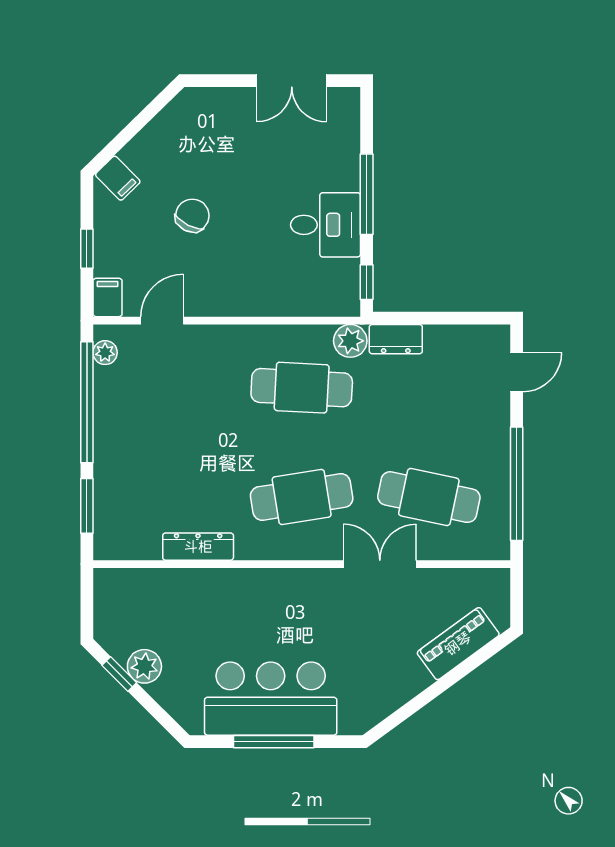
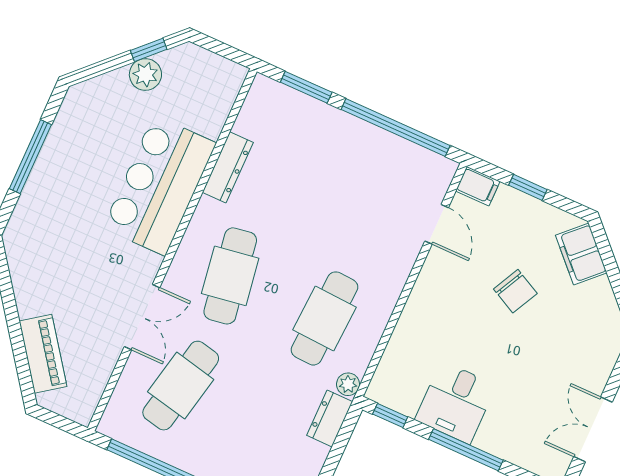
filing cabinet: (118, 178) -> (581, 254), width x2.00
plant: (350, 341) -> (348, 384), width x0.73, depth x0.73
plant: (105, 353) -> (431, 163), removed
bar counter: (271, 699) -> (159, 185), moved, turned 180

